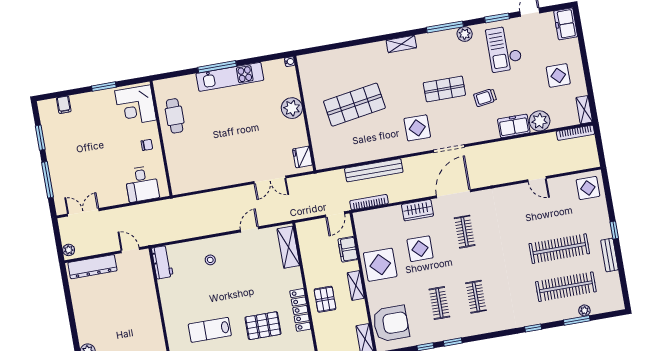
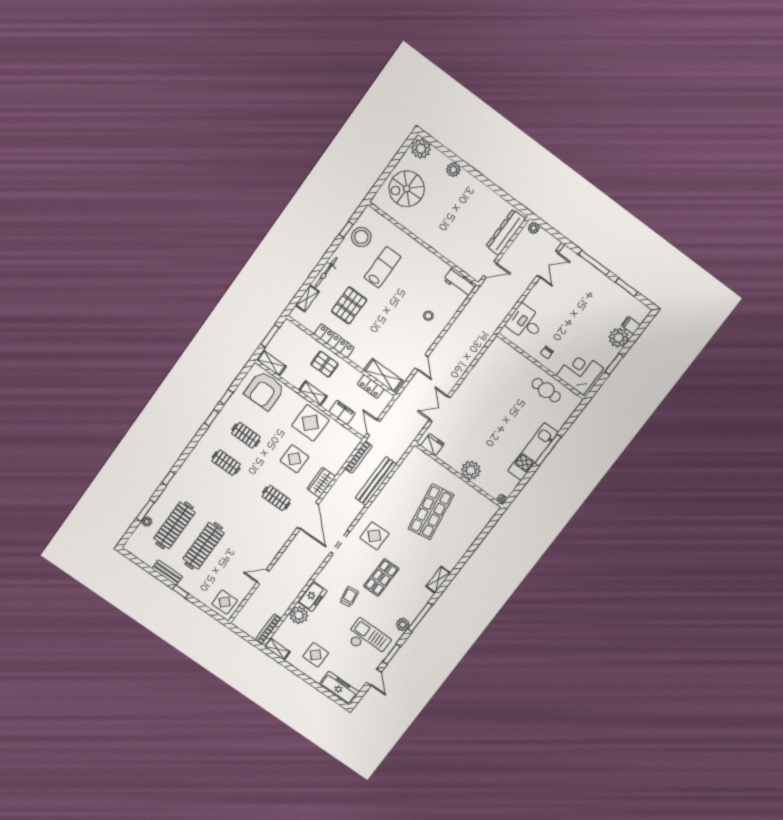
freezer: (566, 24) -> (339, 688), width x1.40
plant: (82, 104) -> (619, 338), added
locker: (306, 248) -> (371, 387), added

